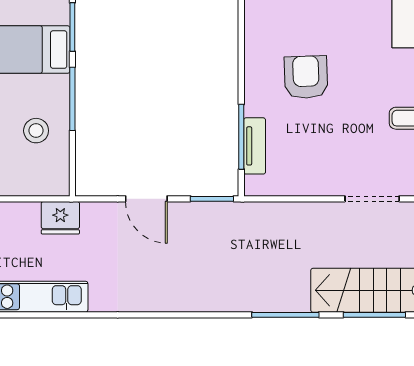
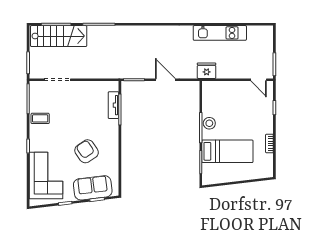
armchair: (306, 77) -> (87, 151), moved, turned 148
stool: (36, 131) -> (209, 123), moved

